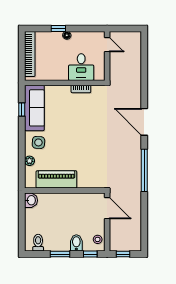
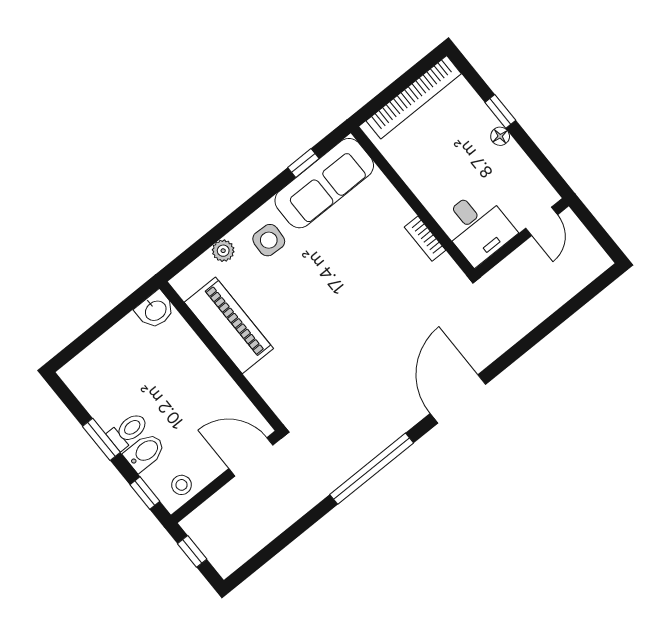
desk: (81, 67) -> (477, 227), moved, turned -90
door: (107, 208) -> (251, 457), swing flipped
toilet: (38, 243) -> (128, 431), moved

